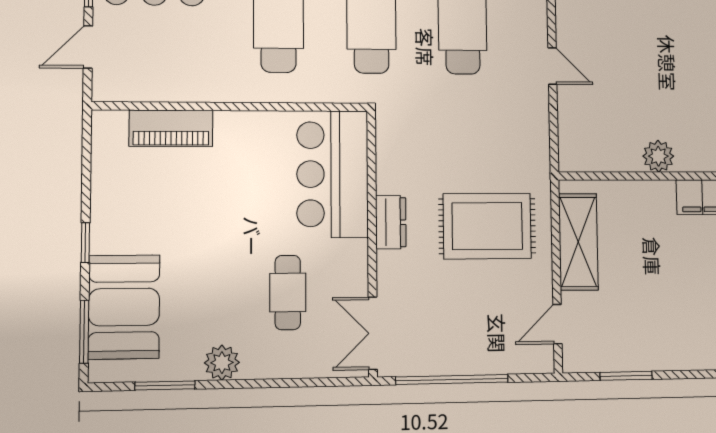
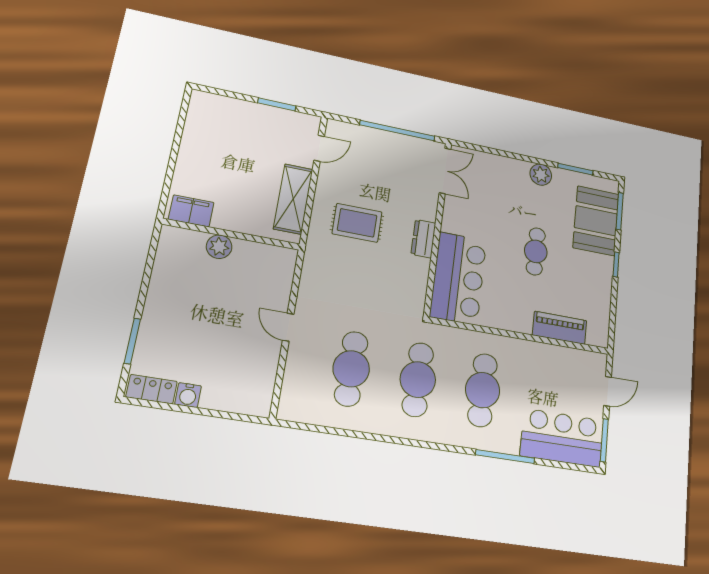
rug: (487, 226) -> (357, 223), width x0.73, depth x0.70
cafe table: (288, 293) -> (536, 251), moved

